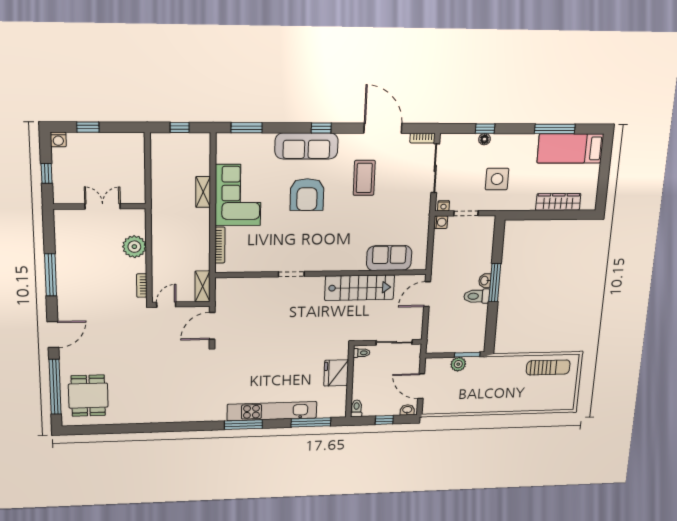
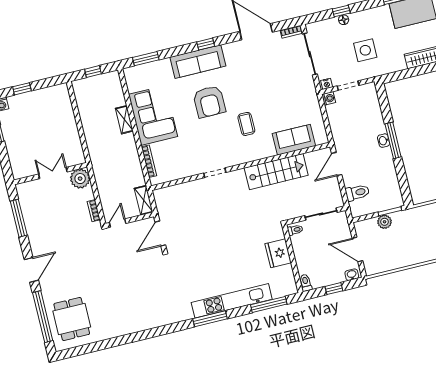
coffee table: (364, 178) -> (246, 124), moved, width x0.73, depth x0.77
wall: (100, 206) -> (50, 174), moved
double door: (103, 206) -> (53, 173), moved
toilet: (477, 296) -> (357, 193), moved, turned 180

